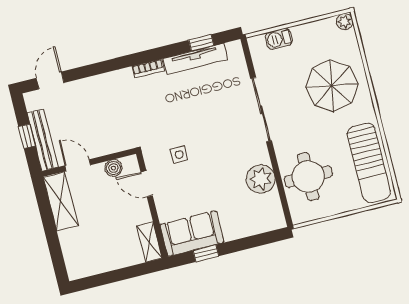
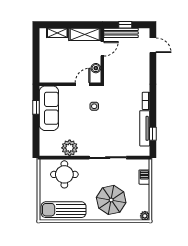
sofa: (192, 234) -> (49, 108), width x1.36
shelving: (149, 242) -> (57, 33), moved

